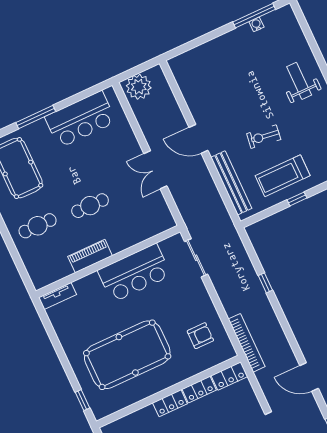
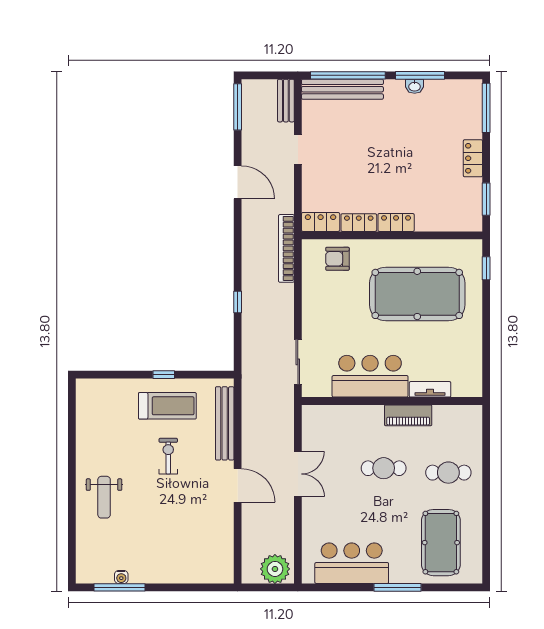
exercise bike: (264, 137) -> (168, 456), turned -98
tv unit: (57, 296) -> (430, 389), moved
armchair: (200, 336) -> (337, 259), moved

